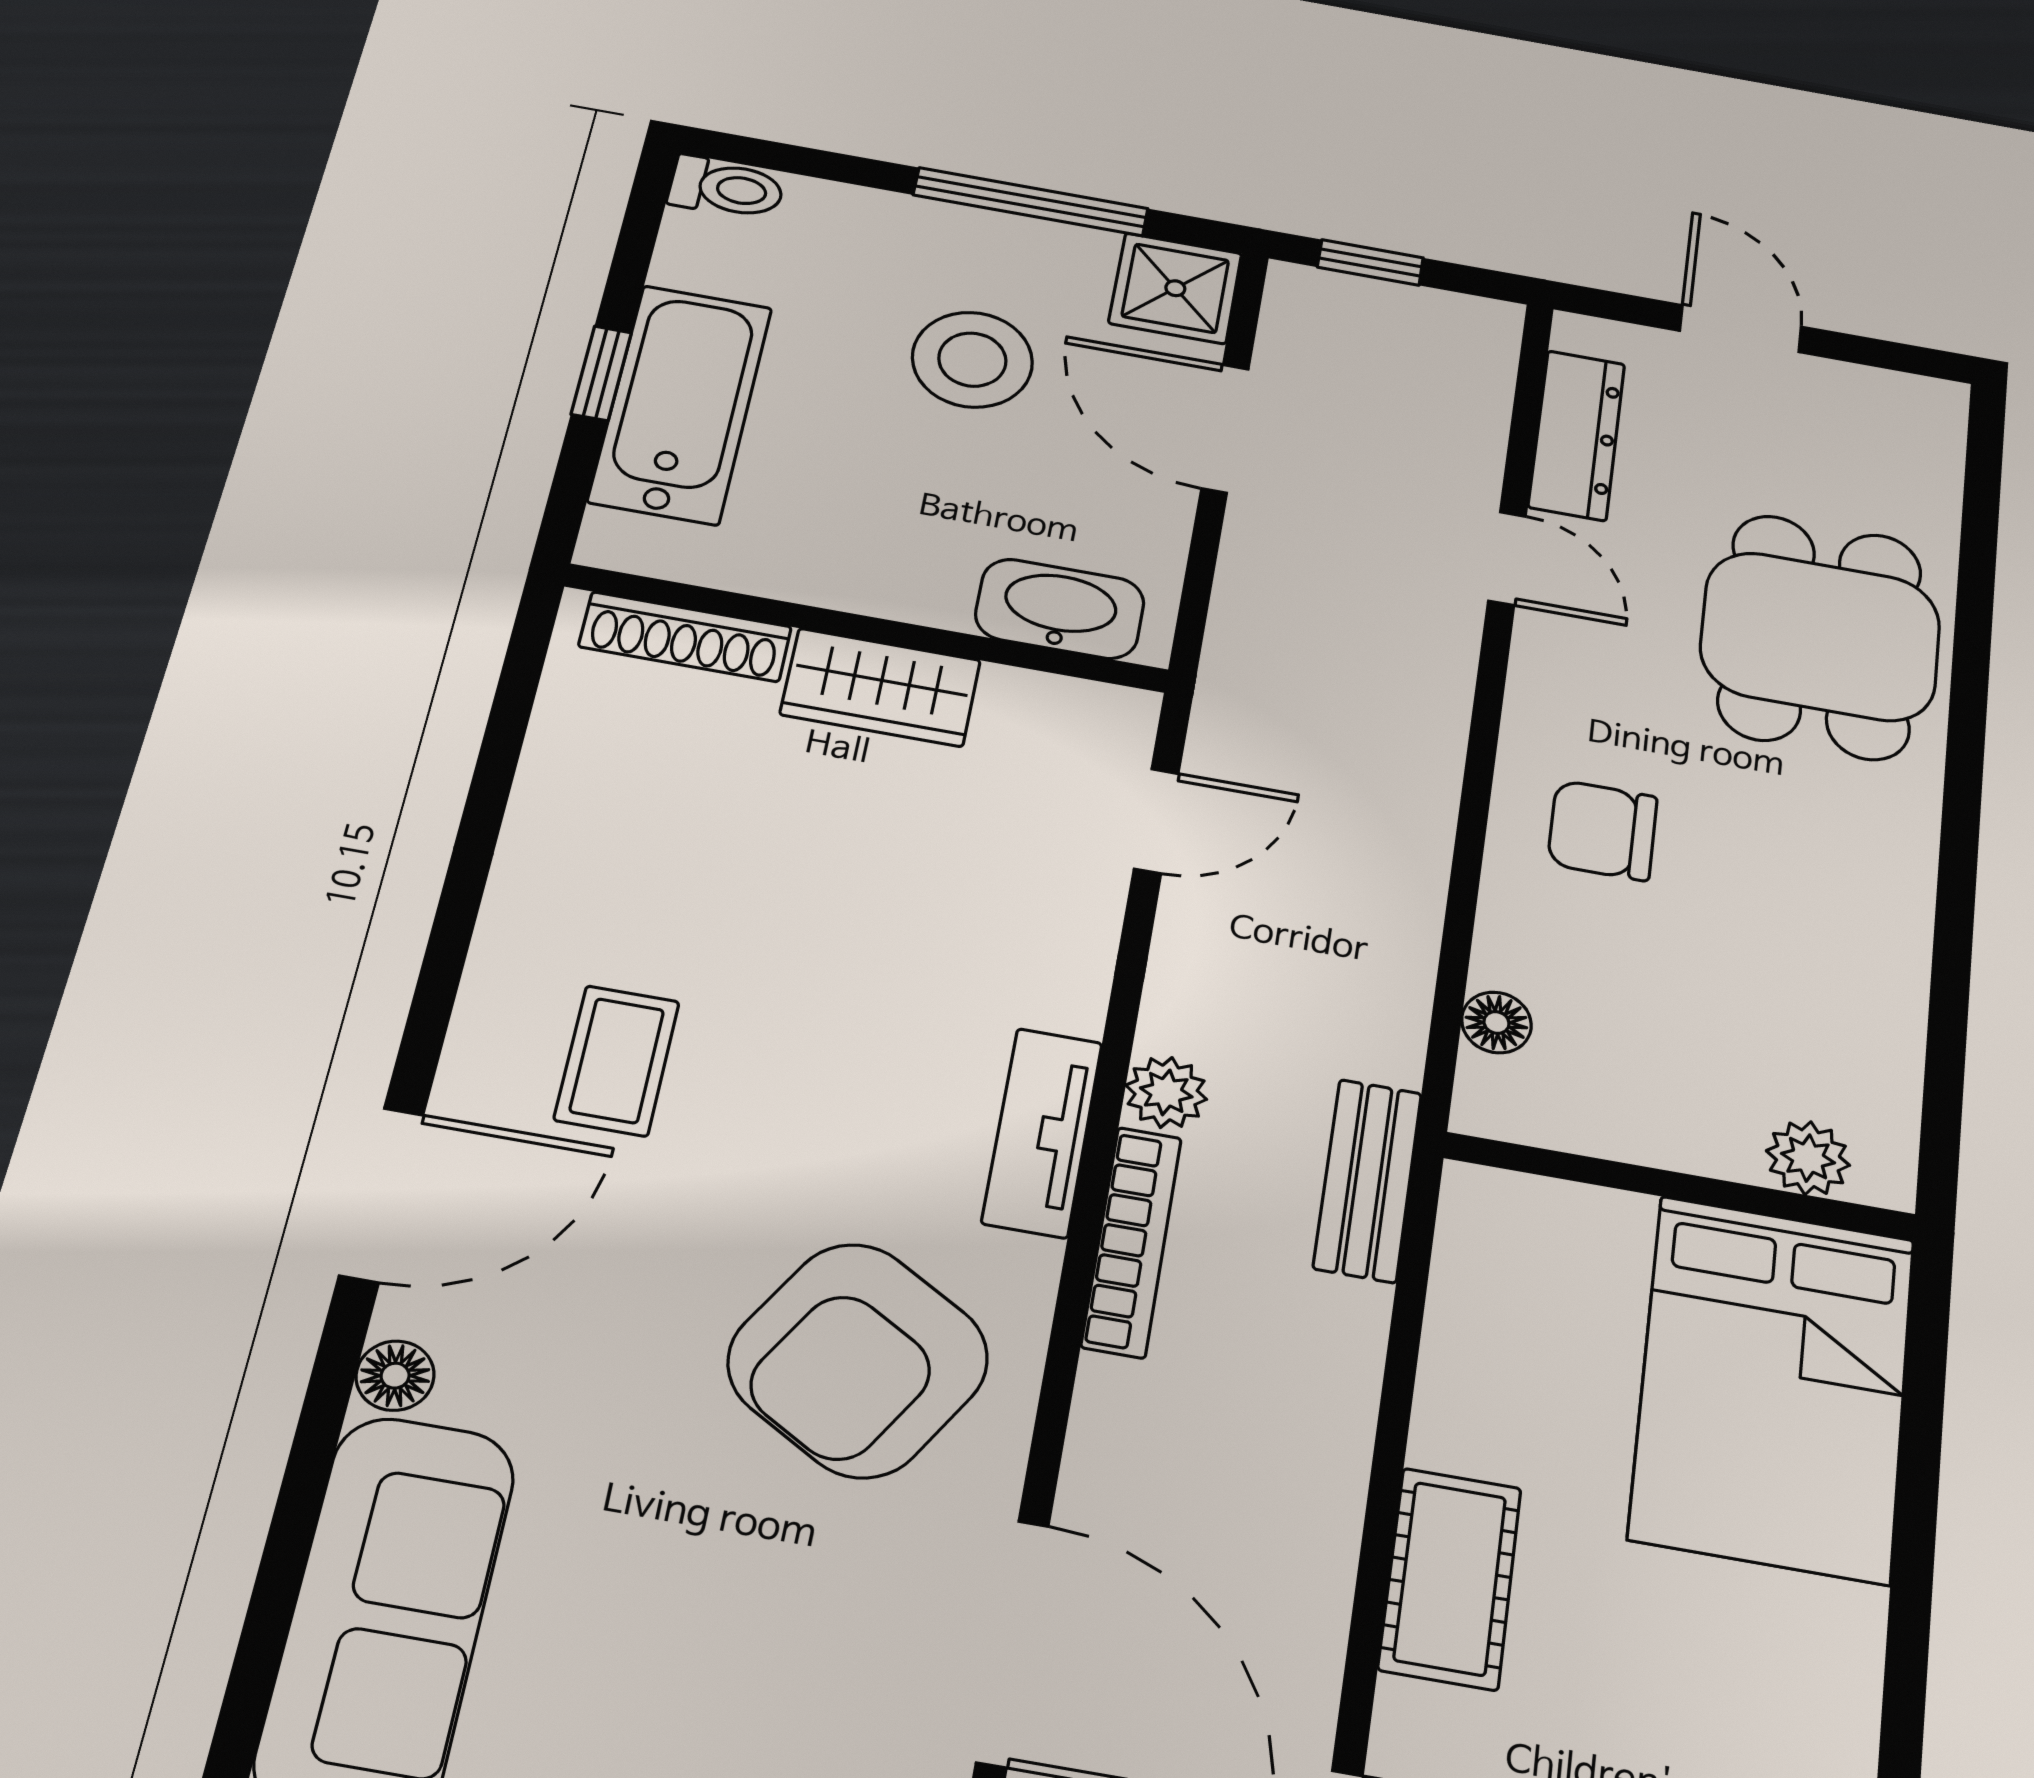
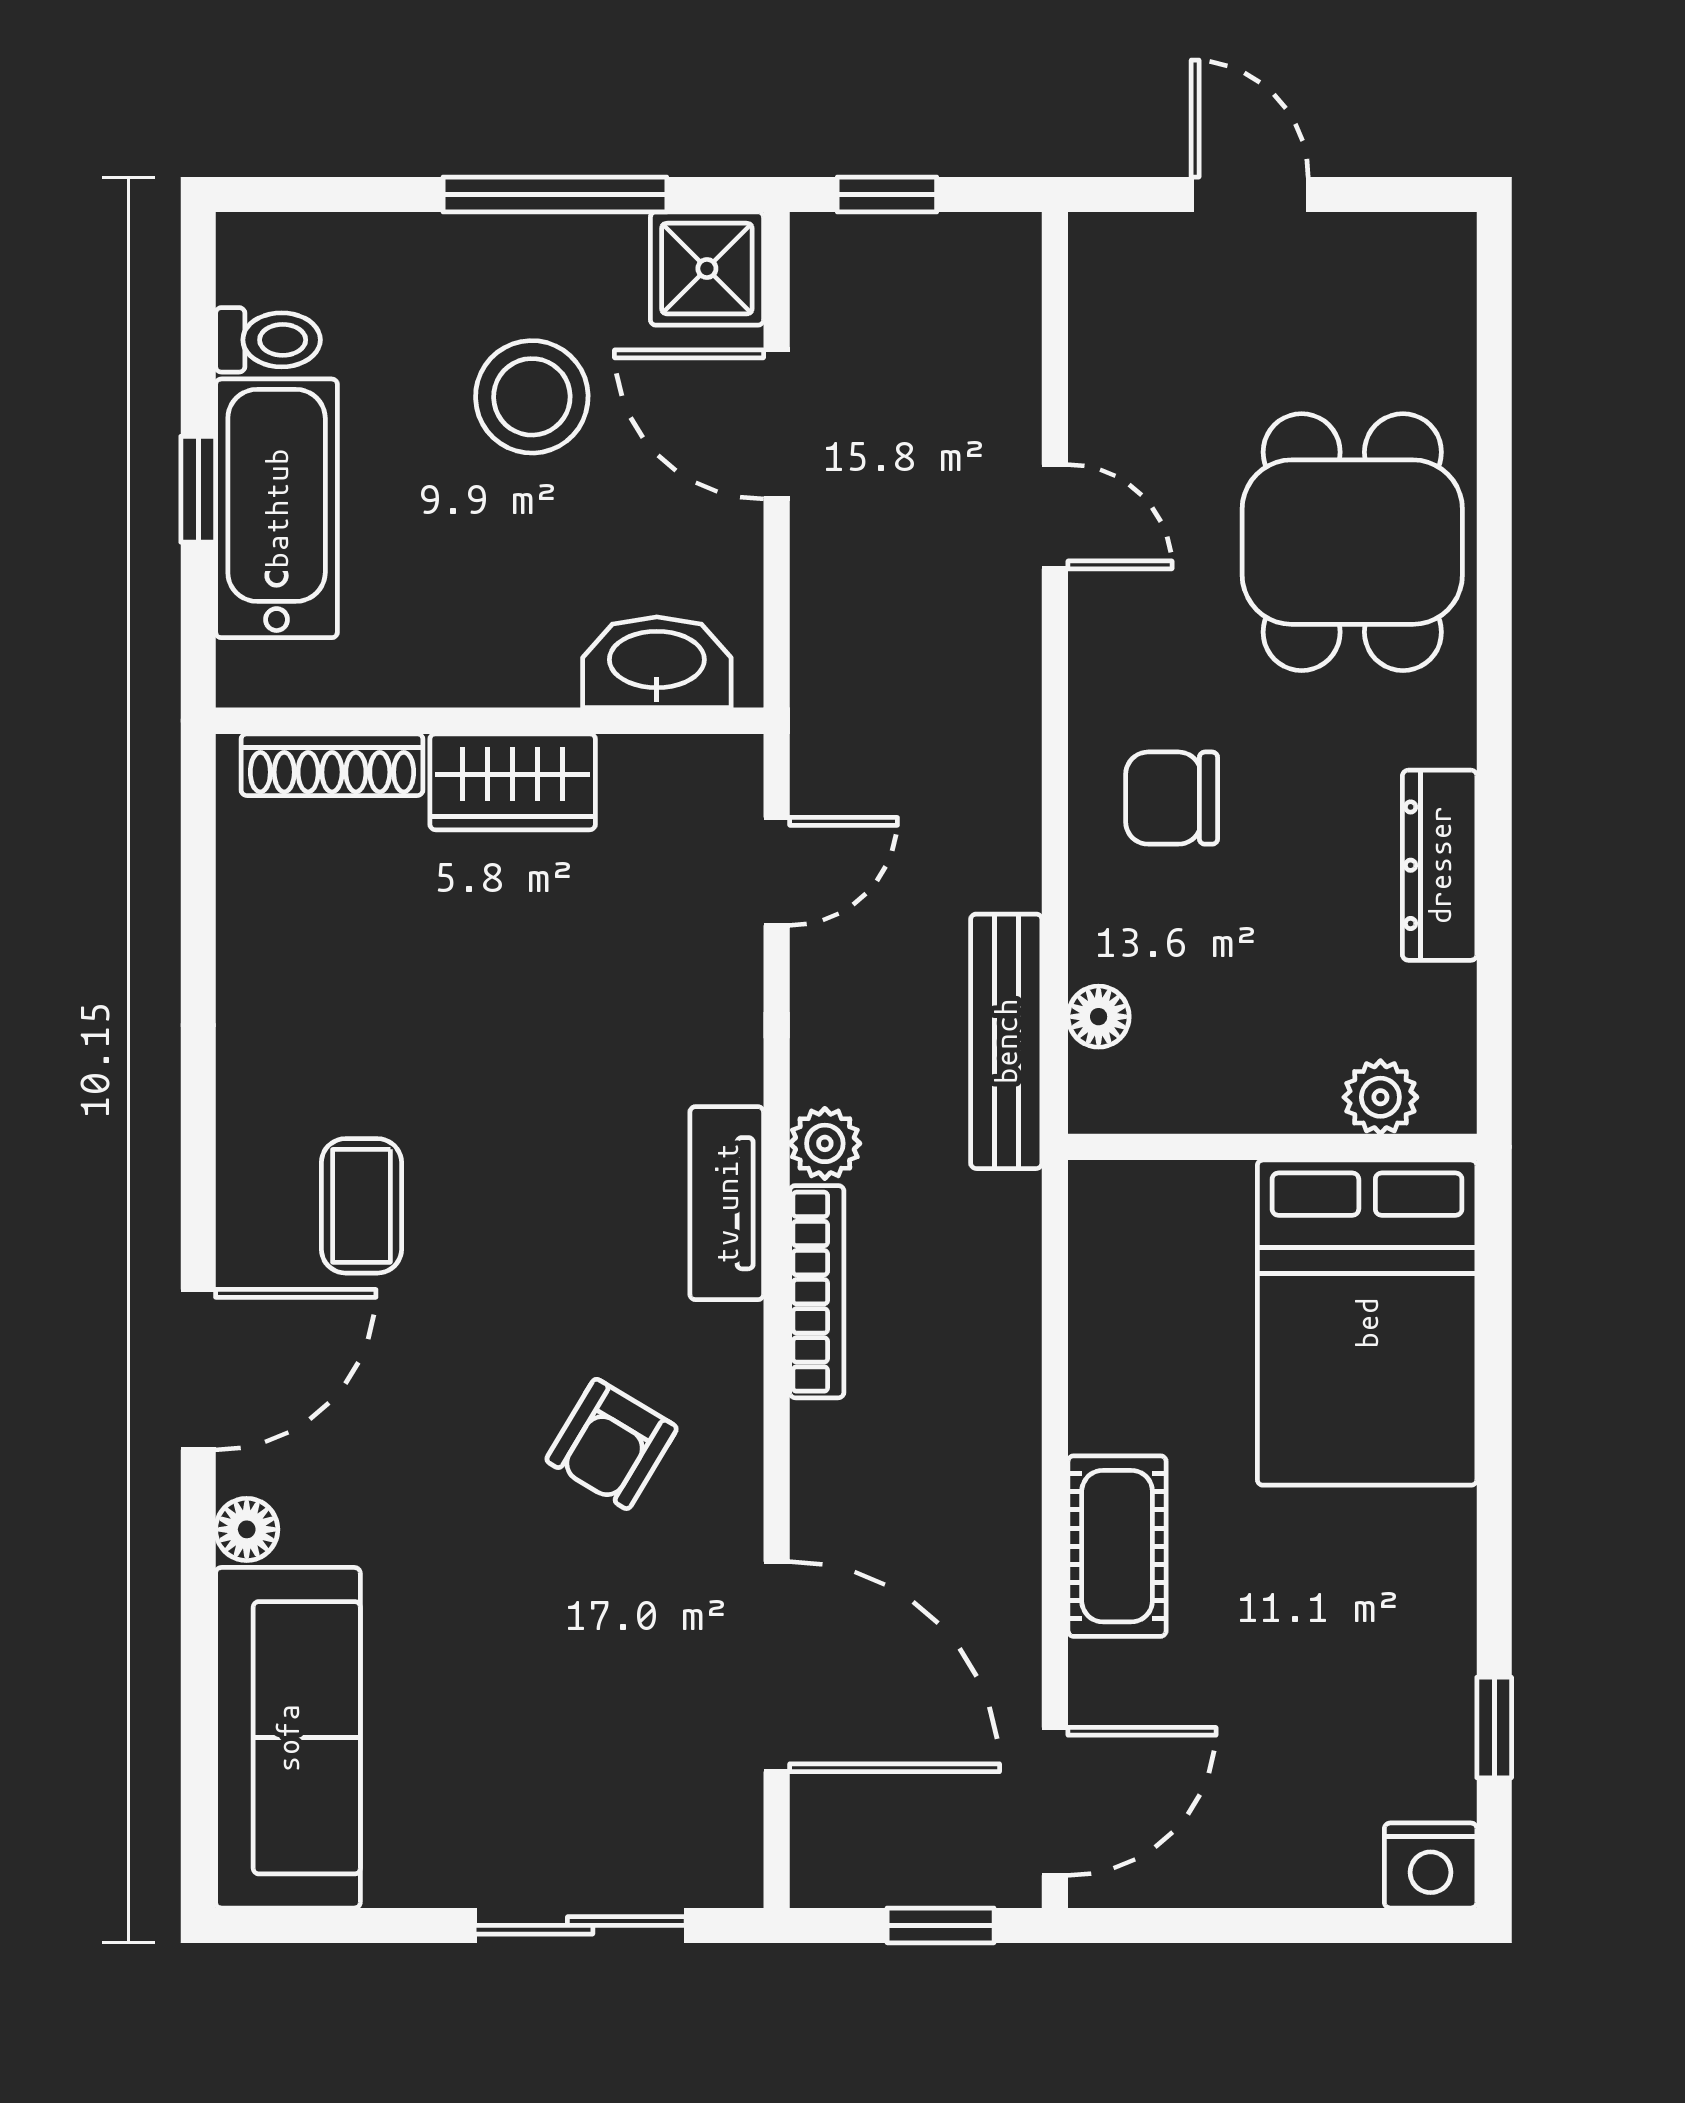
toilet: (726, 188) -> (268, 340), moved
dresser: (1577, 435) -> (1440, 865), moved, turned 180
bench: (1368, 1180) -> (1006, 1041), moved, width x1.36
armchair: (858, 1360) -> (612, 1444), width x0.53, depth x0.53

